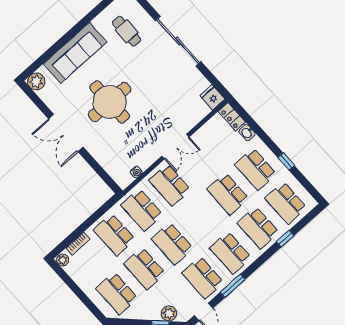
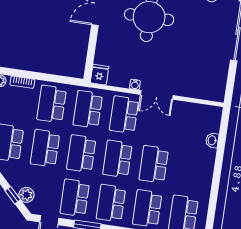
fridge: (212, 97) -> (99, 75), moved
locker: (232, 117) -> (215, 119), removed
window: (286, 162) -> (215, 188), removed
school desk: (255, 169) -> (117, 159), moved
water cooler: (136, 172) -> (135, 85), moved

